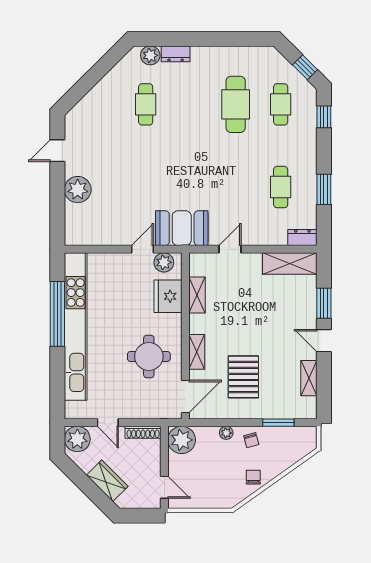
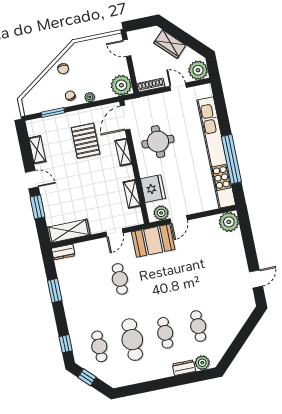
cafe table: (191, 104) -> (165, 333), added
cafe table: (281, 187) -> (120, 279), moved
plant: (78, 190) -> (229, 222), moved

